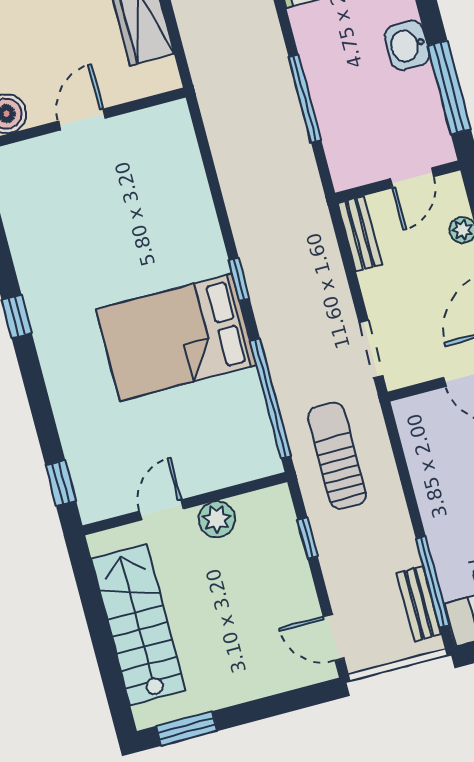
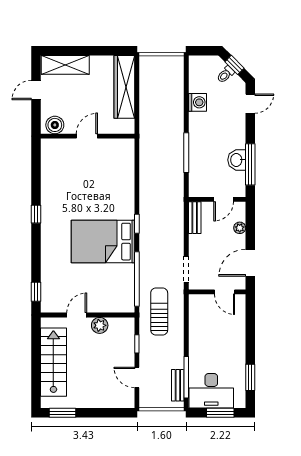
washbasin: (407, 45) -> (237, 160), moved
door: (334, 638) -> (137, 377), moved

